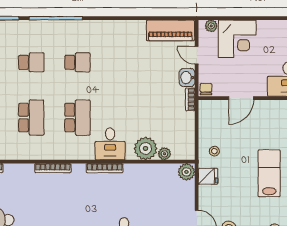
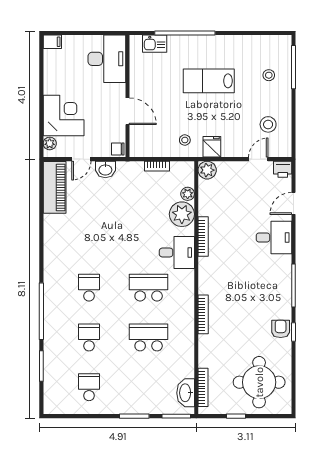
bookcase: (190, 99) -> (157, 166), moved
bookcase: (105, 168) -> (203, 236), moved

